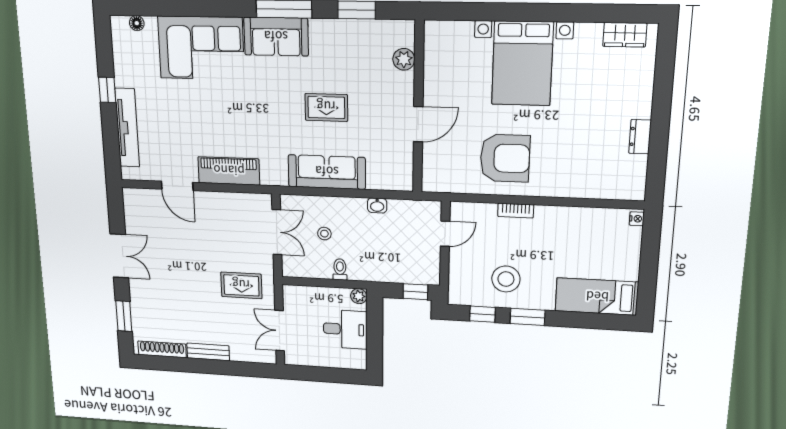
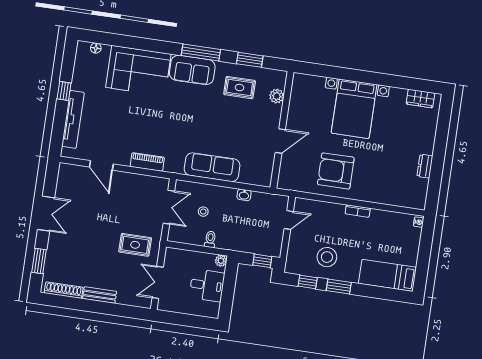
rug: (326, 107) -> (240, 88), moved
armchair: (505, 158) -> (336, 171), turned 180
piano: (229, 171) -> (147, 162), width x0.73, depth x0.75
bookcase: (516, 211) -> (358, 211), moved

